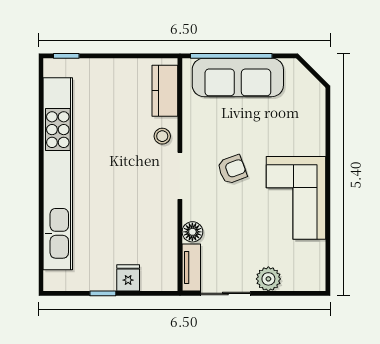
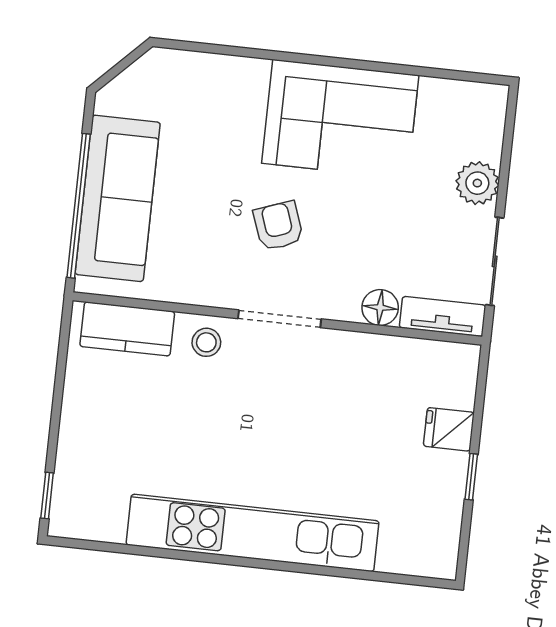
kitchen unit: (58, 174) -> (253, 533), width x0.73

